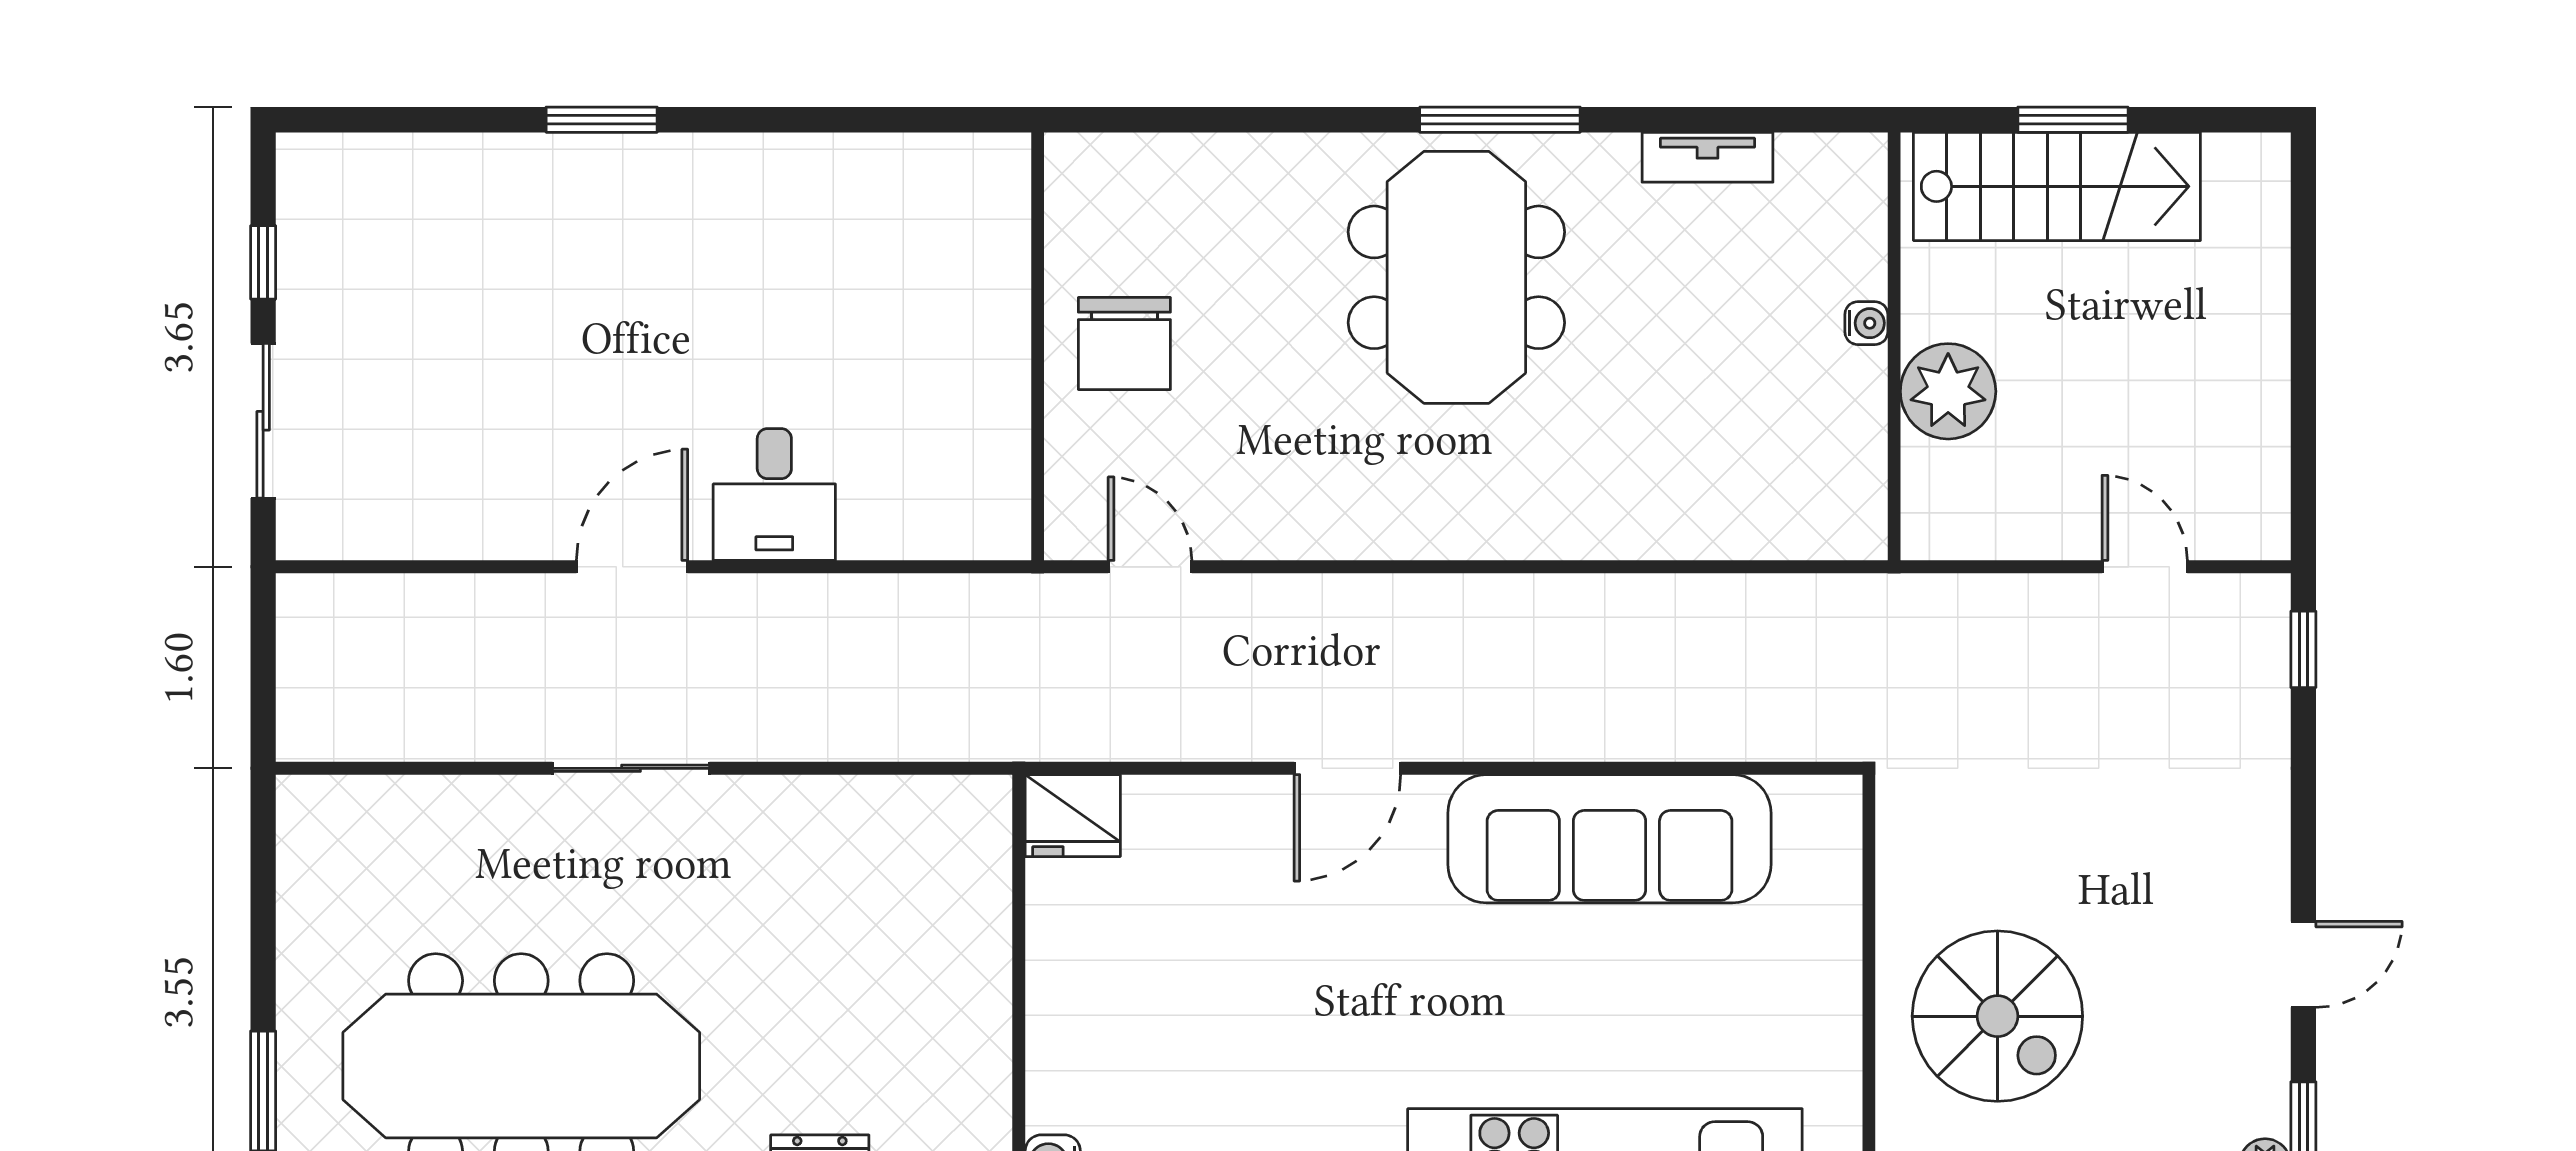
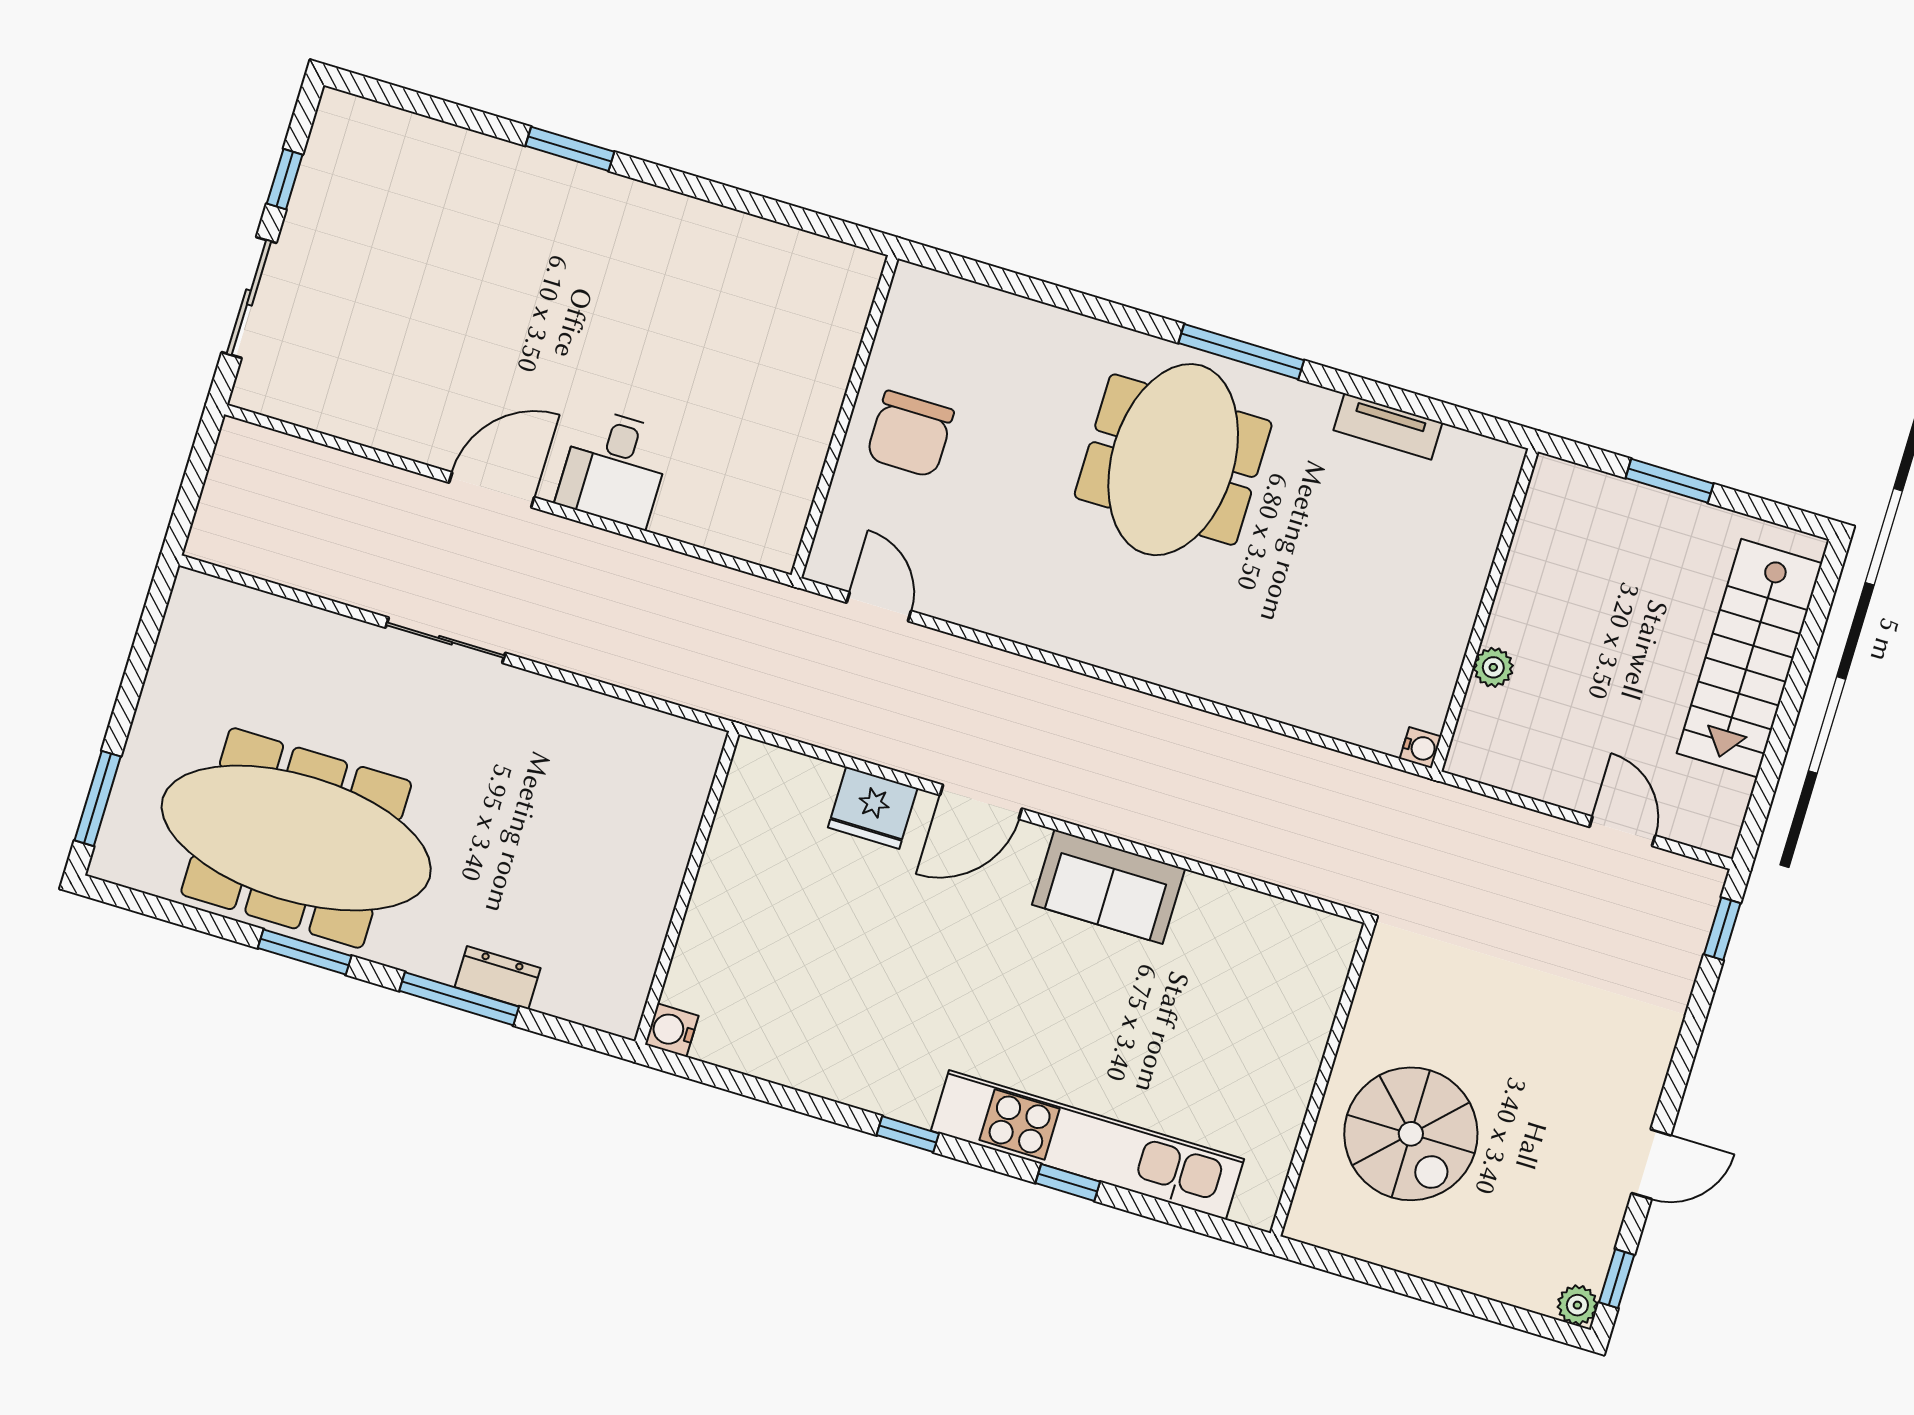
stairs: (2057, 186) -> (1750, 658), moved, turned 90
water cooler: (1866, 323) -> (1421, 748), moved
plant: (1948, 391) -> (1493, 667), width x0.53, depth x0.53
fridge: (1073, 816) -> (873, 808), moved
sofa: (1609, 839) -> (1108, 887), width x0.54, depth x0.79

